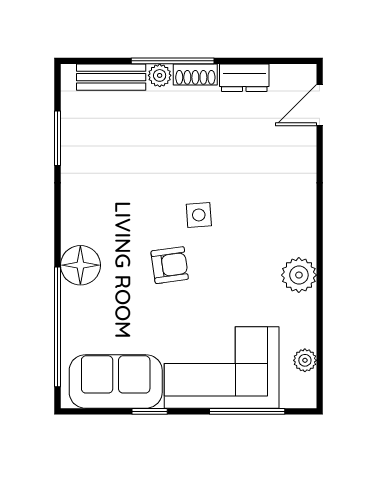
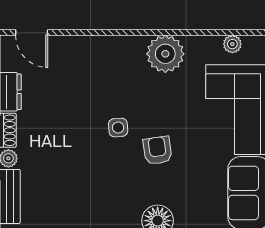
plant: (299, 275) -> (165, 54), width x1.36, depth x1.36

